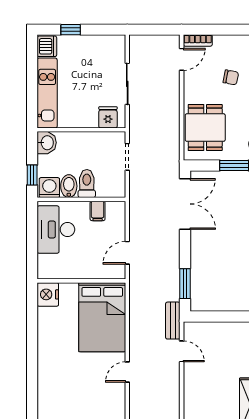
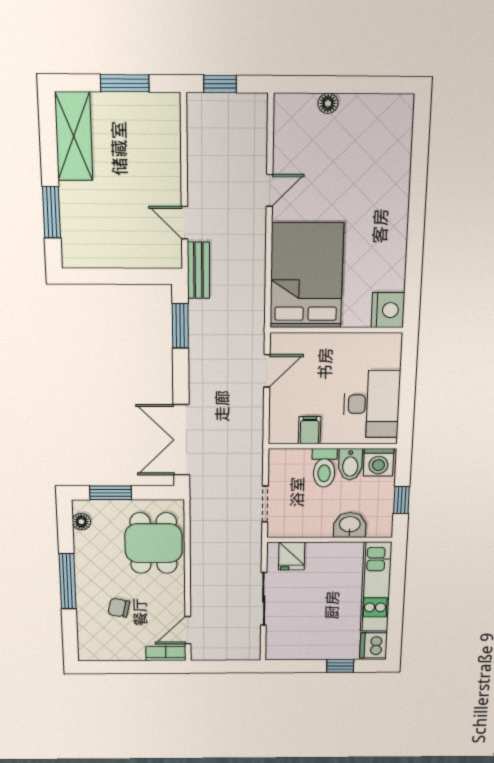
washbasin: (47, 143) -> (350, 525), moved, turned 90
window: (32, 175) -> (401, 500), moved

